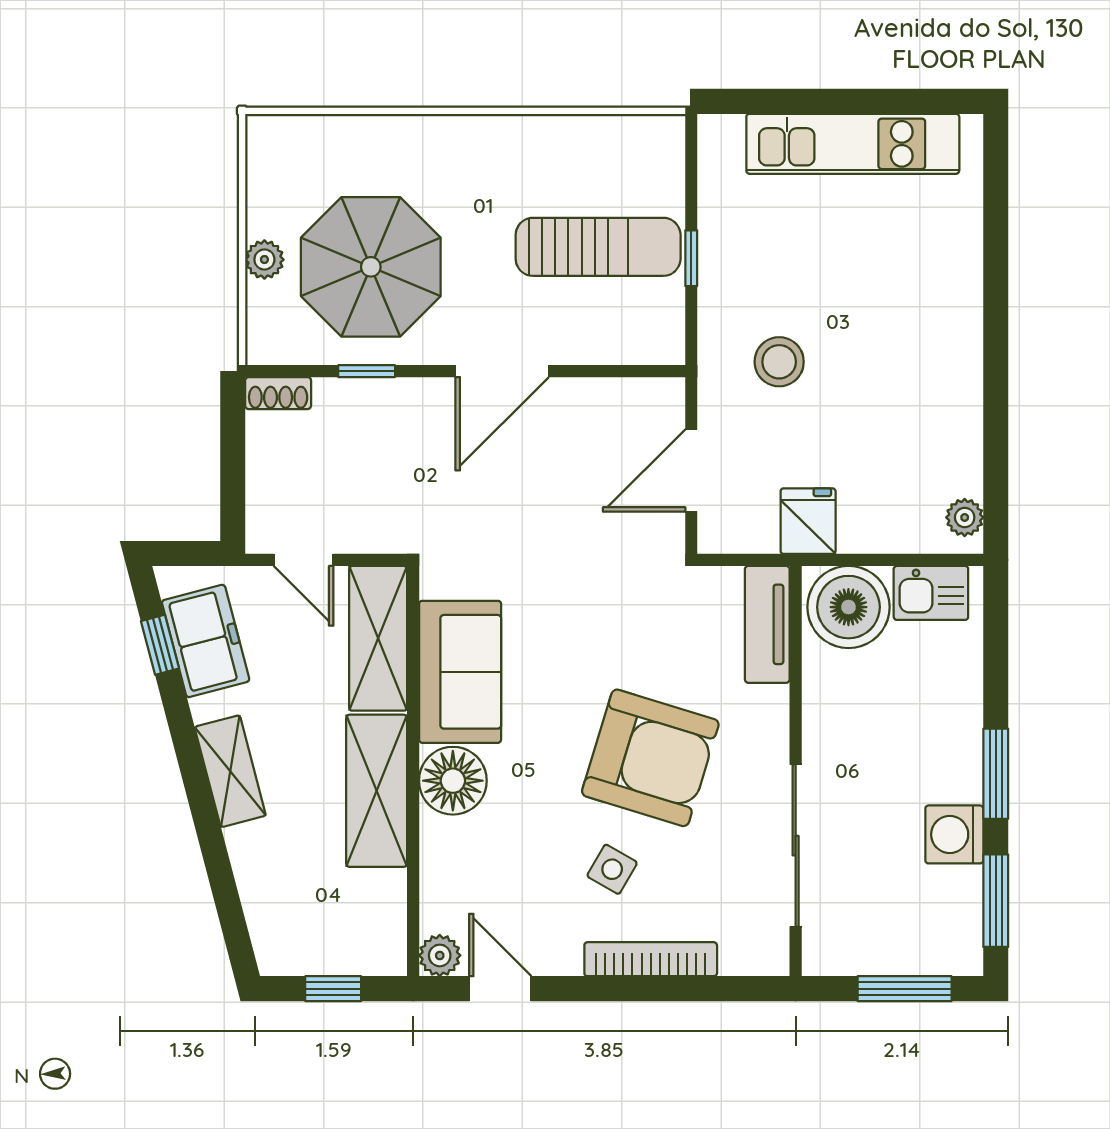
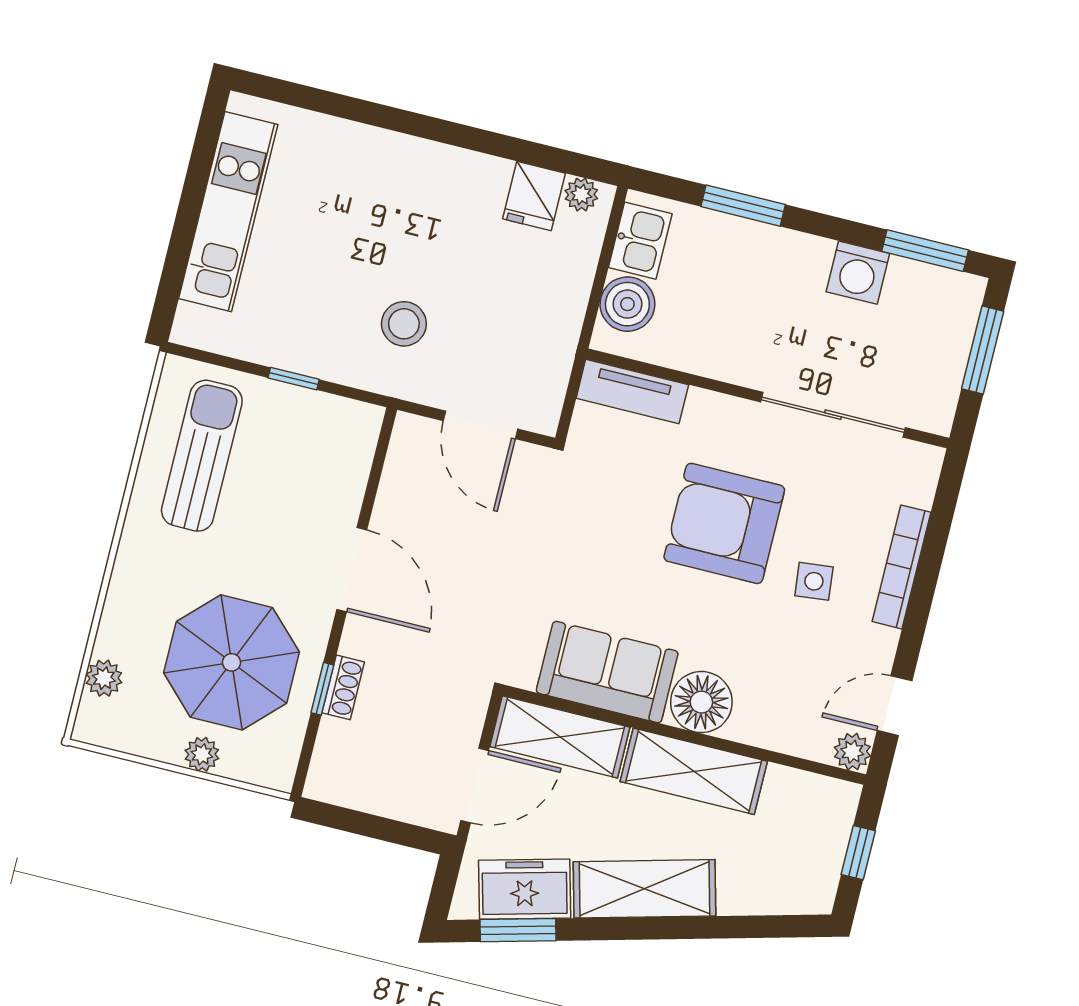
plant: (320, 134) -> (104, 678), added
sun lounger: (598, 247) -> (202, 456), moved
shoe rack: (278, 393) -> (343, 687), moved
fridge: (808, 521) -> (534, 196), moved, turned -90
door: (303, 560) -> (475, 785), width x1.38
boiler: (848, 607) -> (627, 304), width x0.73, depth x0.73
window: (160, 645) -> (518, 930), width x1.50
armchair: (650, 758) -> (724, 523), turned -107
shelving: (230, 771) -> (645, 889), width x1.50, depth x1.33
window: (996, 774) -> (743, 206), moved
side table: (612, 869) -> (814, 581), turned -36

